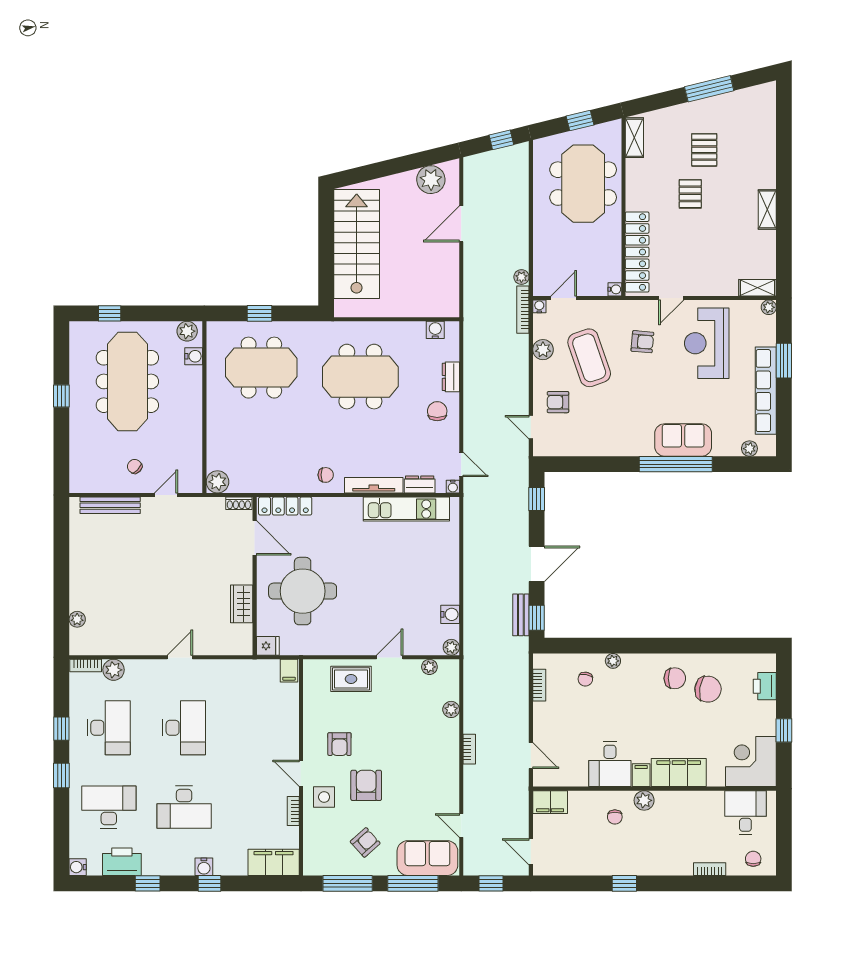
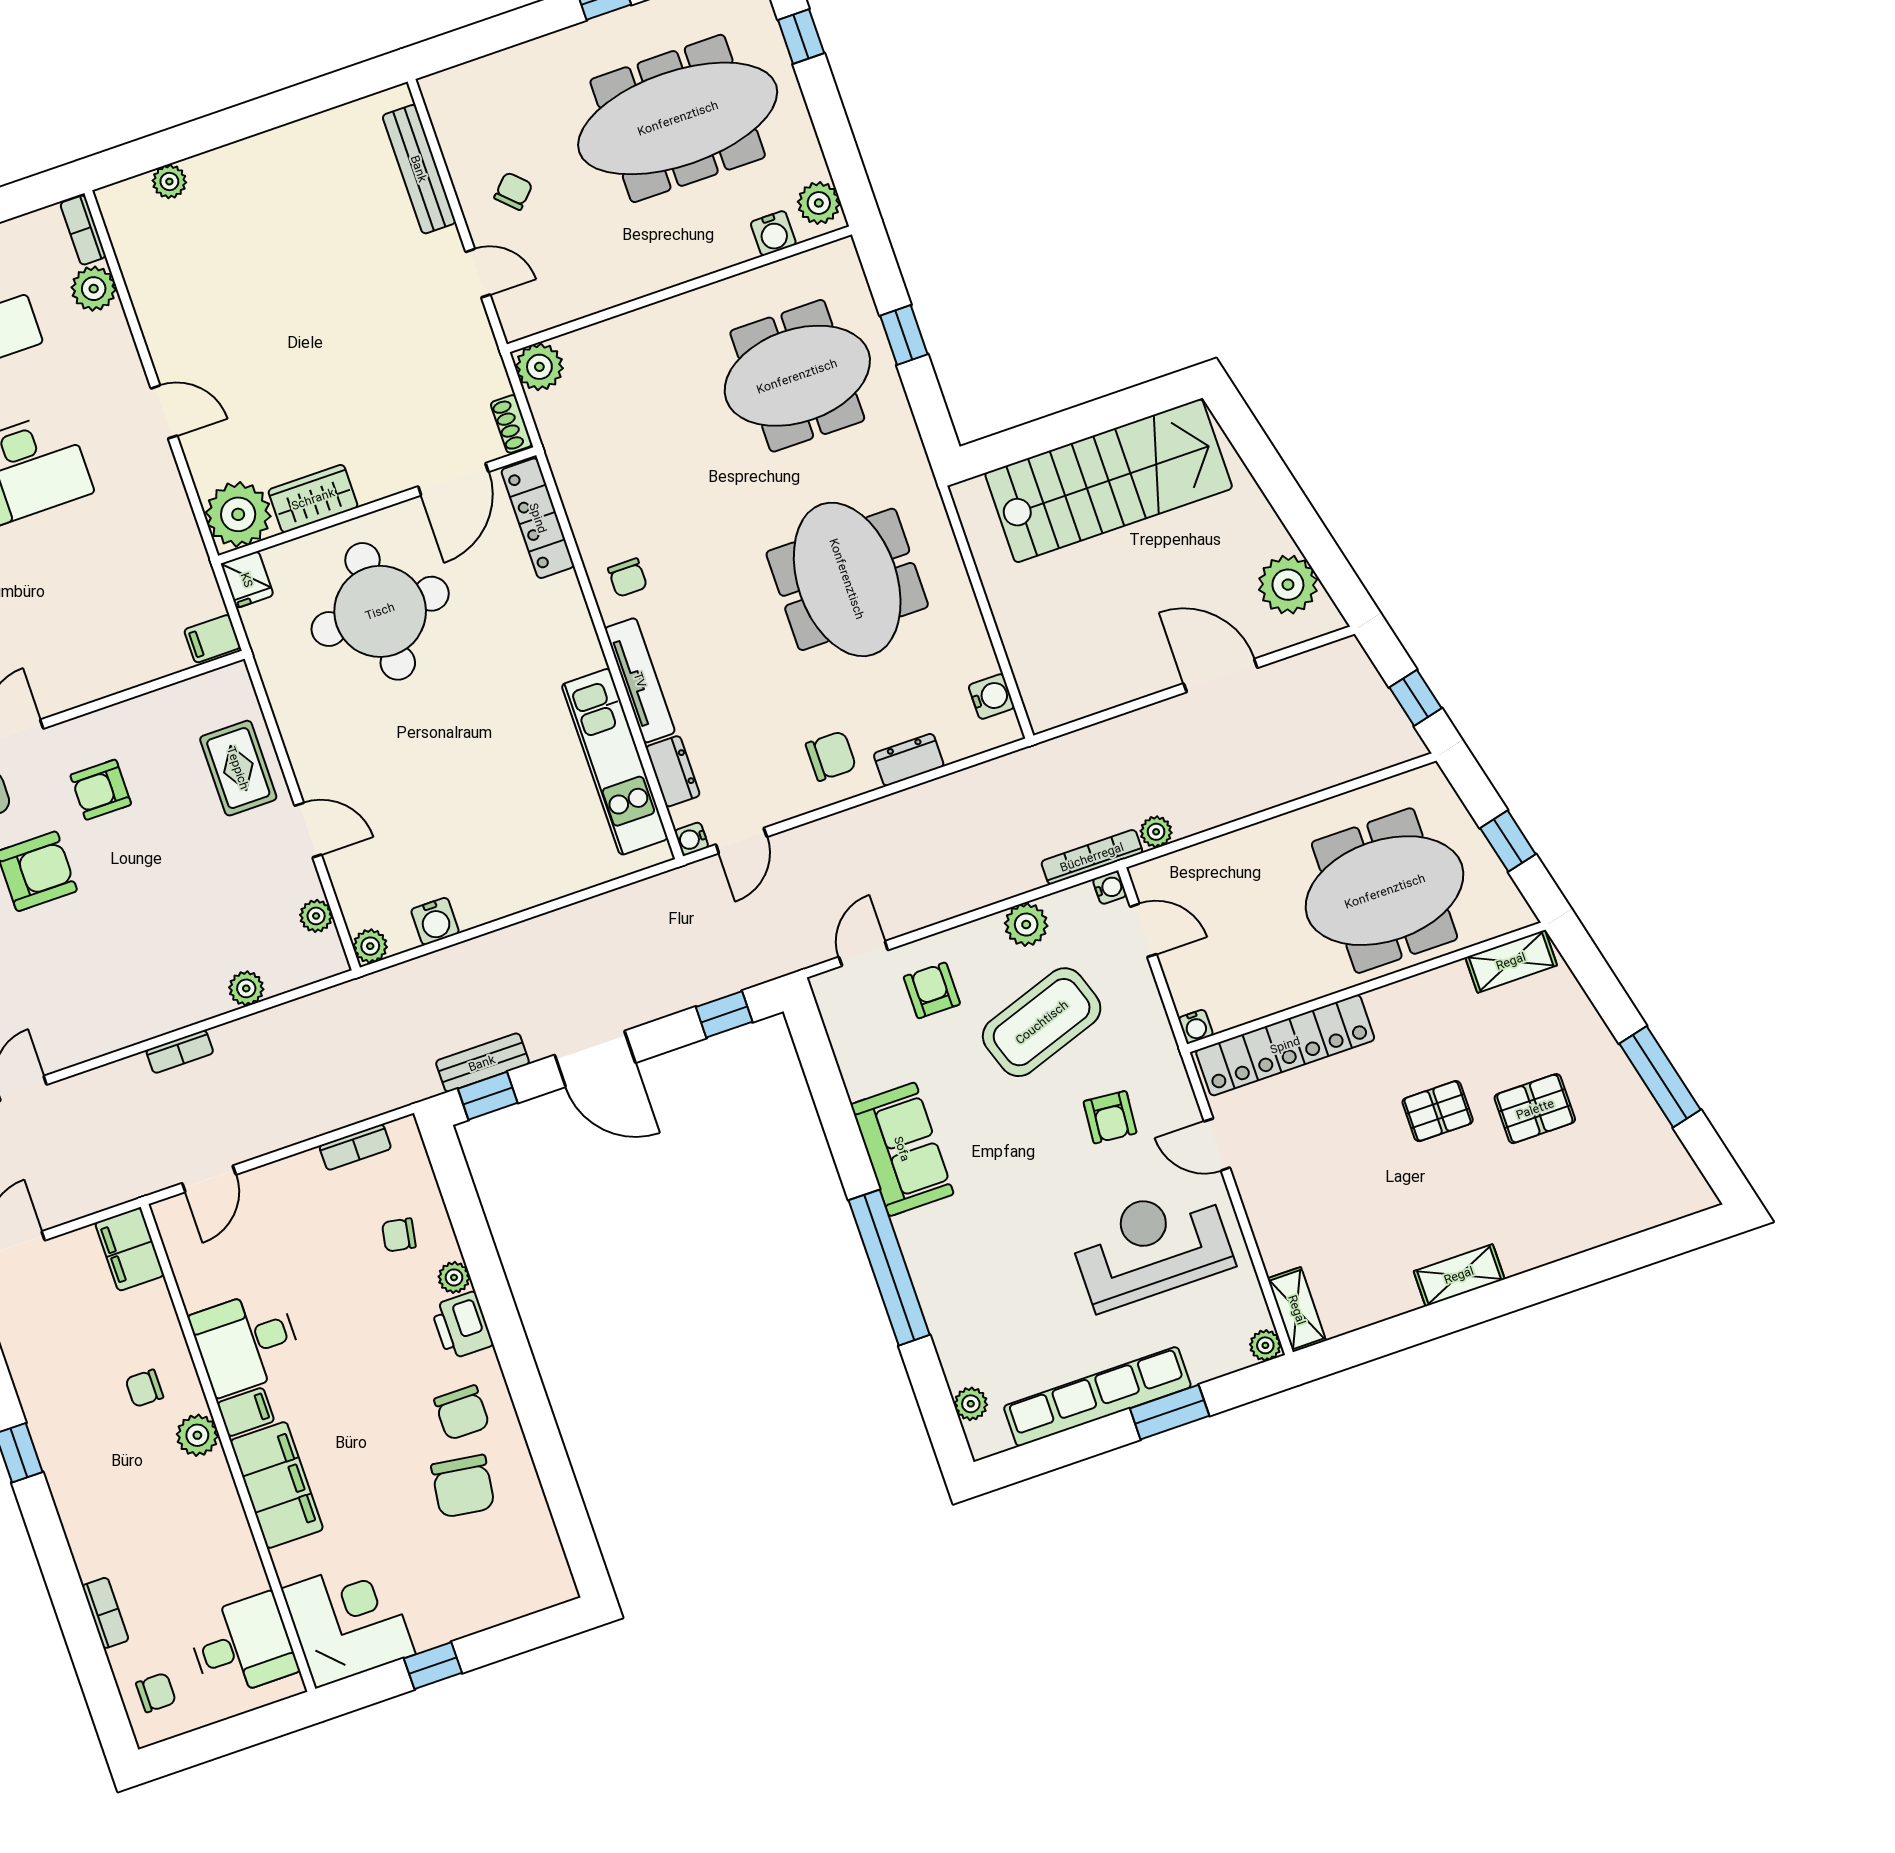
meeting table: (261, 368) -> (797, 376), turned 90
sofa: (683, 440) -> (902, 1149), moved
plant: (237, 640) -> (238, 514), added
printer: (765, 686) -> (462, 1326), moved, turned -90

